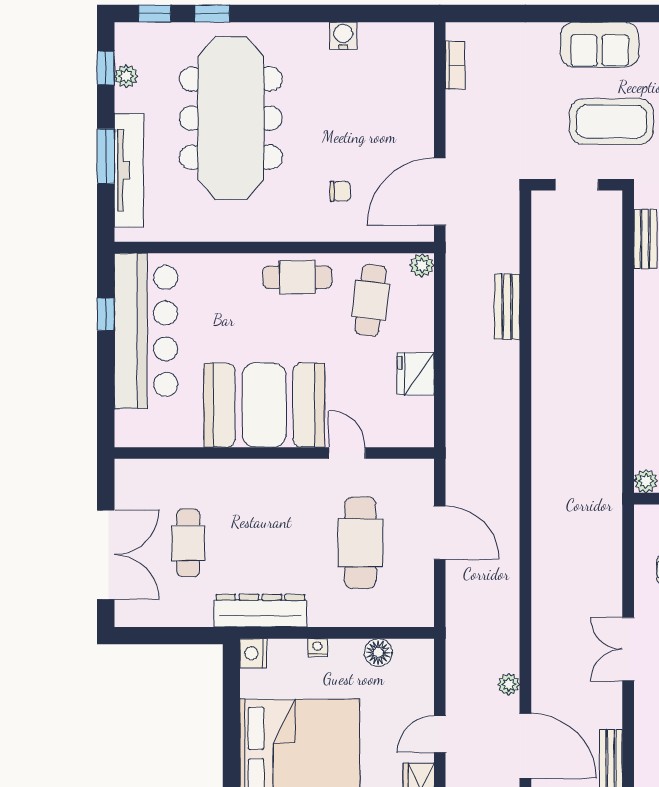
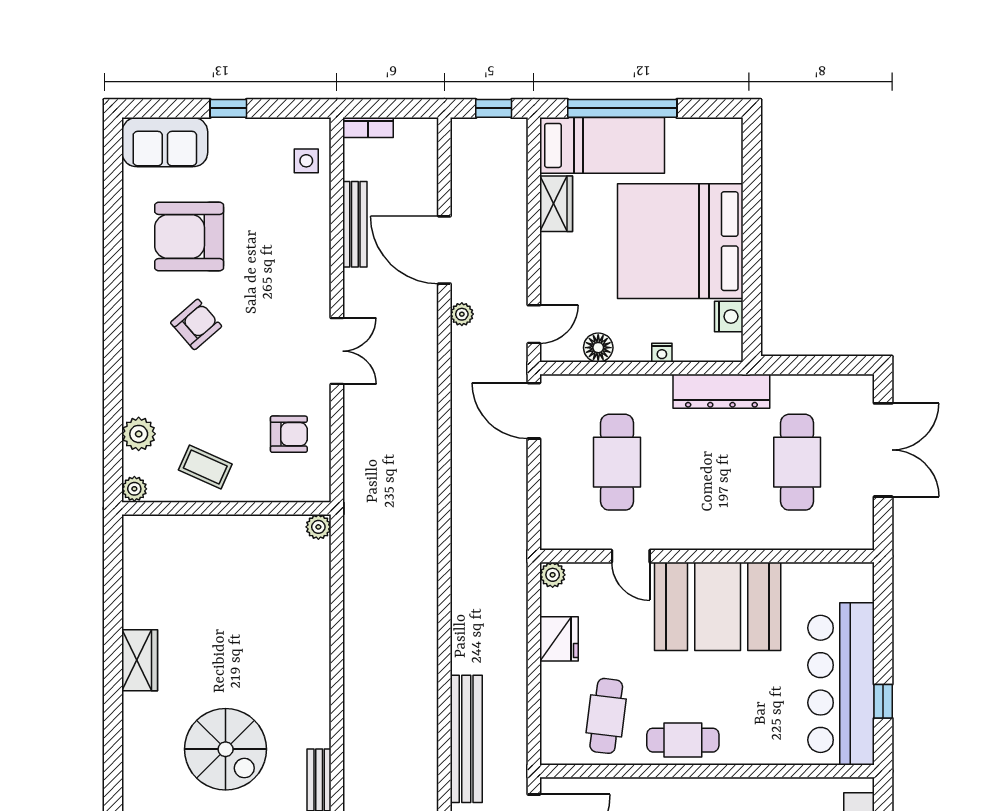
plant: (422, 265) -> (553, 575), moved
bench: (507, 307) -> (466, 739), width x1.86, depth x1.21
door: (440, 533) -> (534, 411), moved
cafe table: (188, 543) -> (797, 462), width x1.37, depth x1.35
double door: (106, 555) -> (883, 450), swing flipped
nightstand: (253, 653) -> (729, 316), moved
door: (440, 734) -> (534, 324), moved

